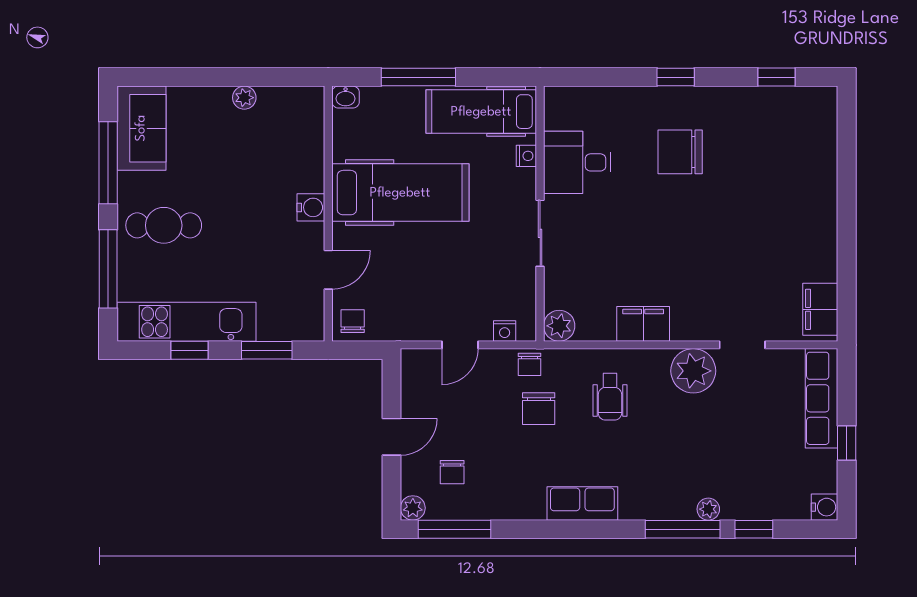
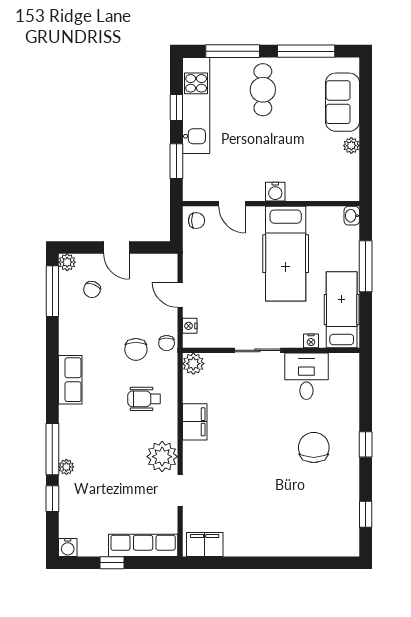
sofa: (141, 128) -> (342, 102), moved, turned 90
chair: (529, 364) -> (167, 343), turned -90
chair: (539, 409) -> (136, 349), turned -90
chair: (452, 472) -> (92, 289), turned -68

